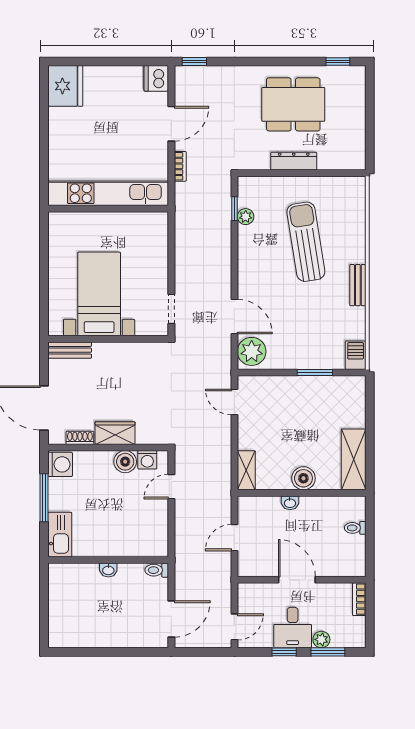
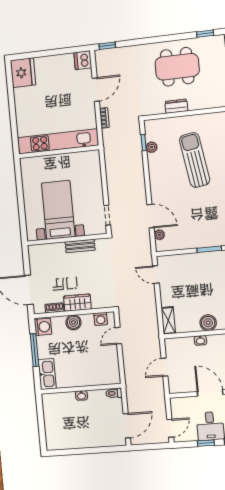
dresser: (294, 161) -> (176, 106), width x0.70
bench: (70, 350) -> (80, 246), moved
plant: (252, 351) -> (159, 235), width x0.53, depth x0.53
boiler: (125, 462) -> (73, 322), moved

